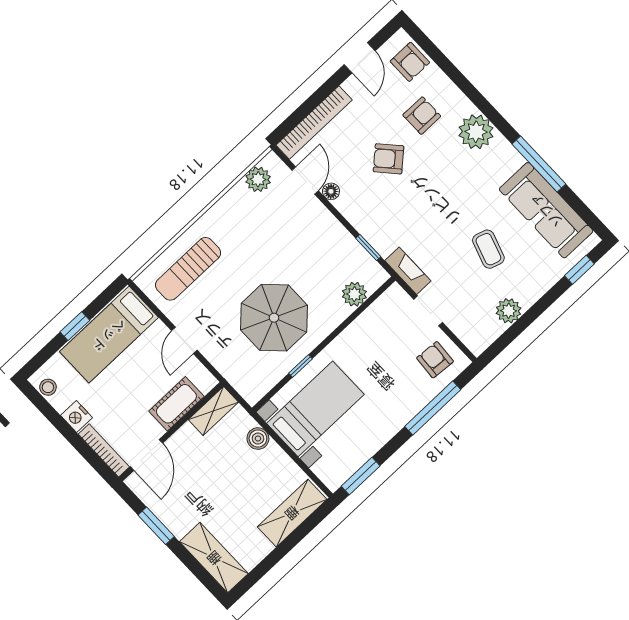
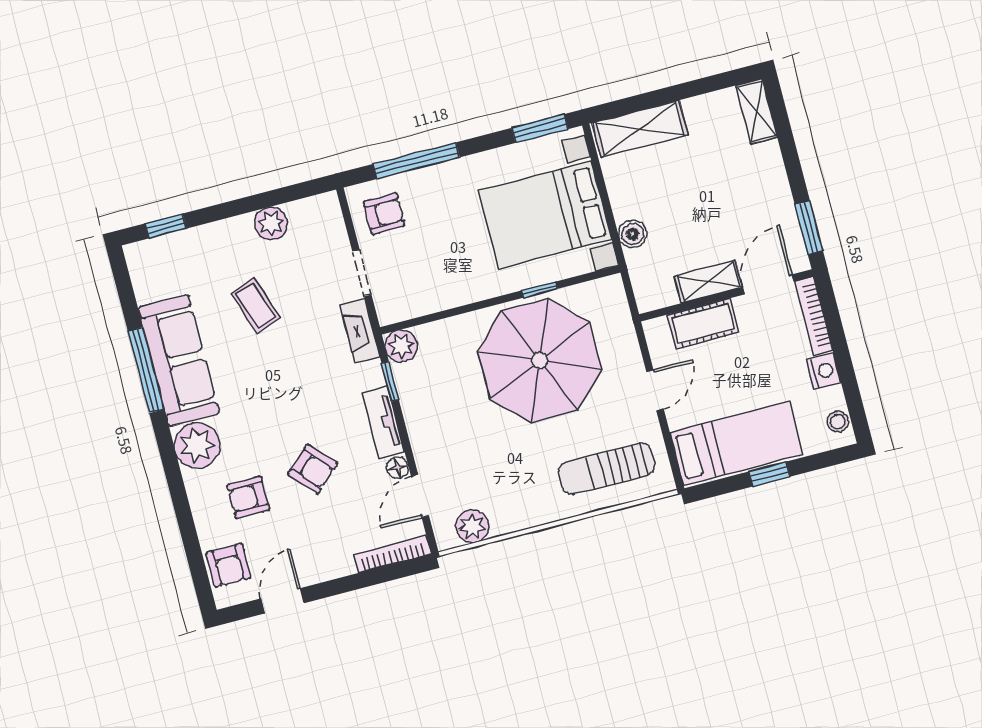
armchair: (410, 62) -> (229, 565), turned 180
bookcase: (314, 123) -> (392, 554), width x0.68, depth x0.76
sofa: (546, 210) -> (179, 360), moved
tv unit: (358, 217) -> (383, 422), added
coffee table: (488, 249) -> (256, 305), turned -37
sun lounger: (188, 269) -> (607, 469), turned 180
plant: (354, 294) -> (401, 346), moved
parasol: (274, 318) -> (540, 361), width x1.36, depth x1.36
armchair: (435, 360) -> (384, 214), turned -94
bed with nightstands: (315, 409) -> (545, 215), width x1.36
shelving: (213, 411) -> (708, 282), moved
window: (156, 526) -> (809, 228), moved
shelving: (214, 558) -> (756, 111), width x0.67, depth x0.75

